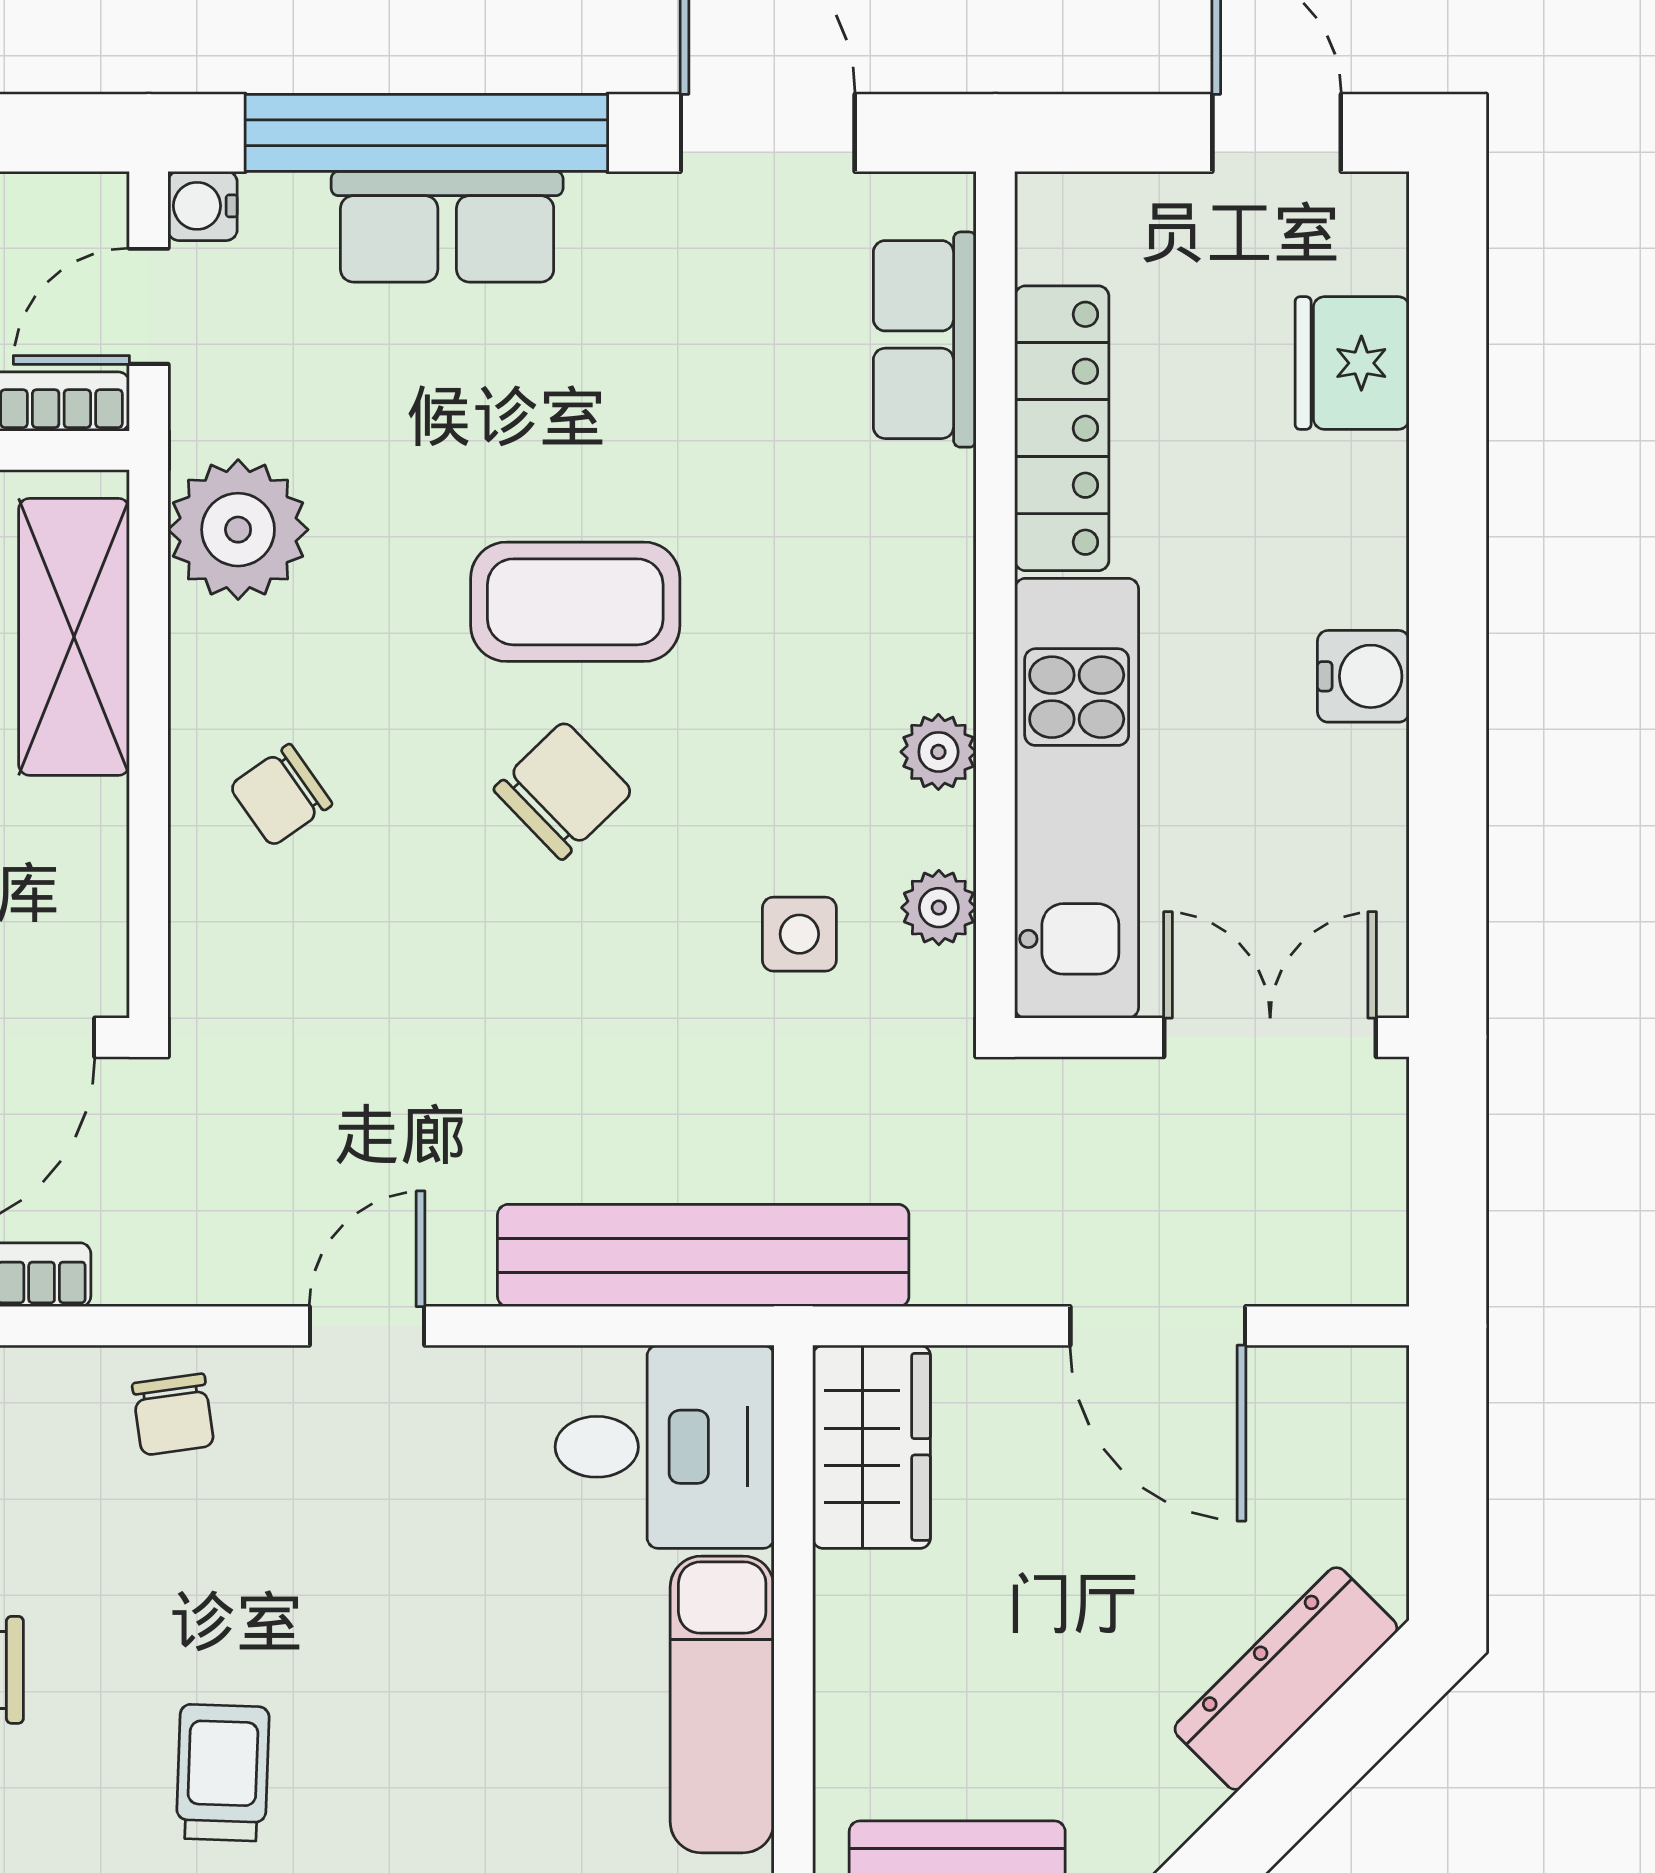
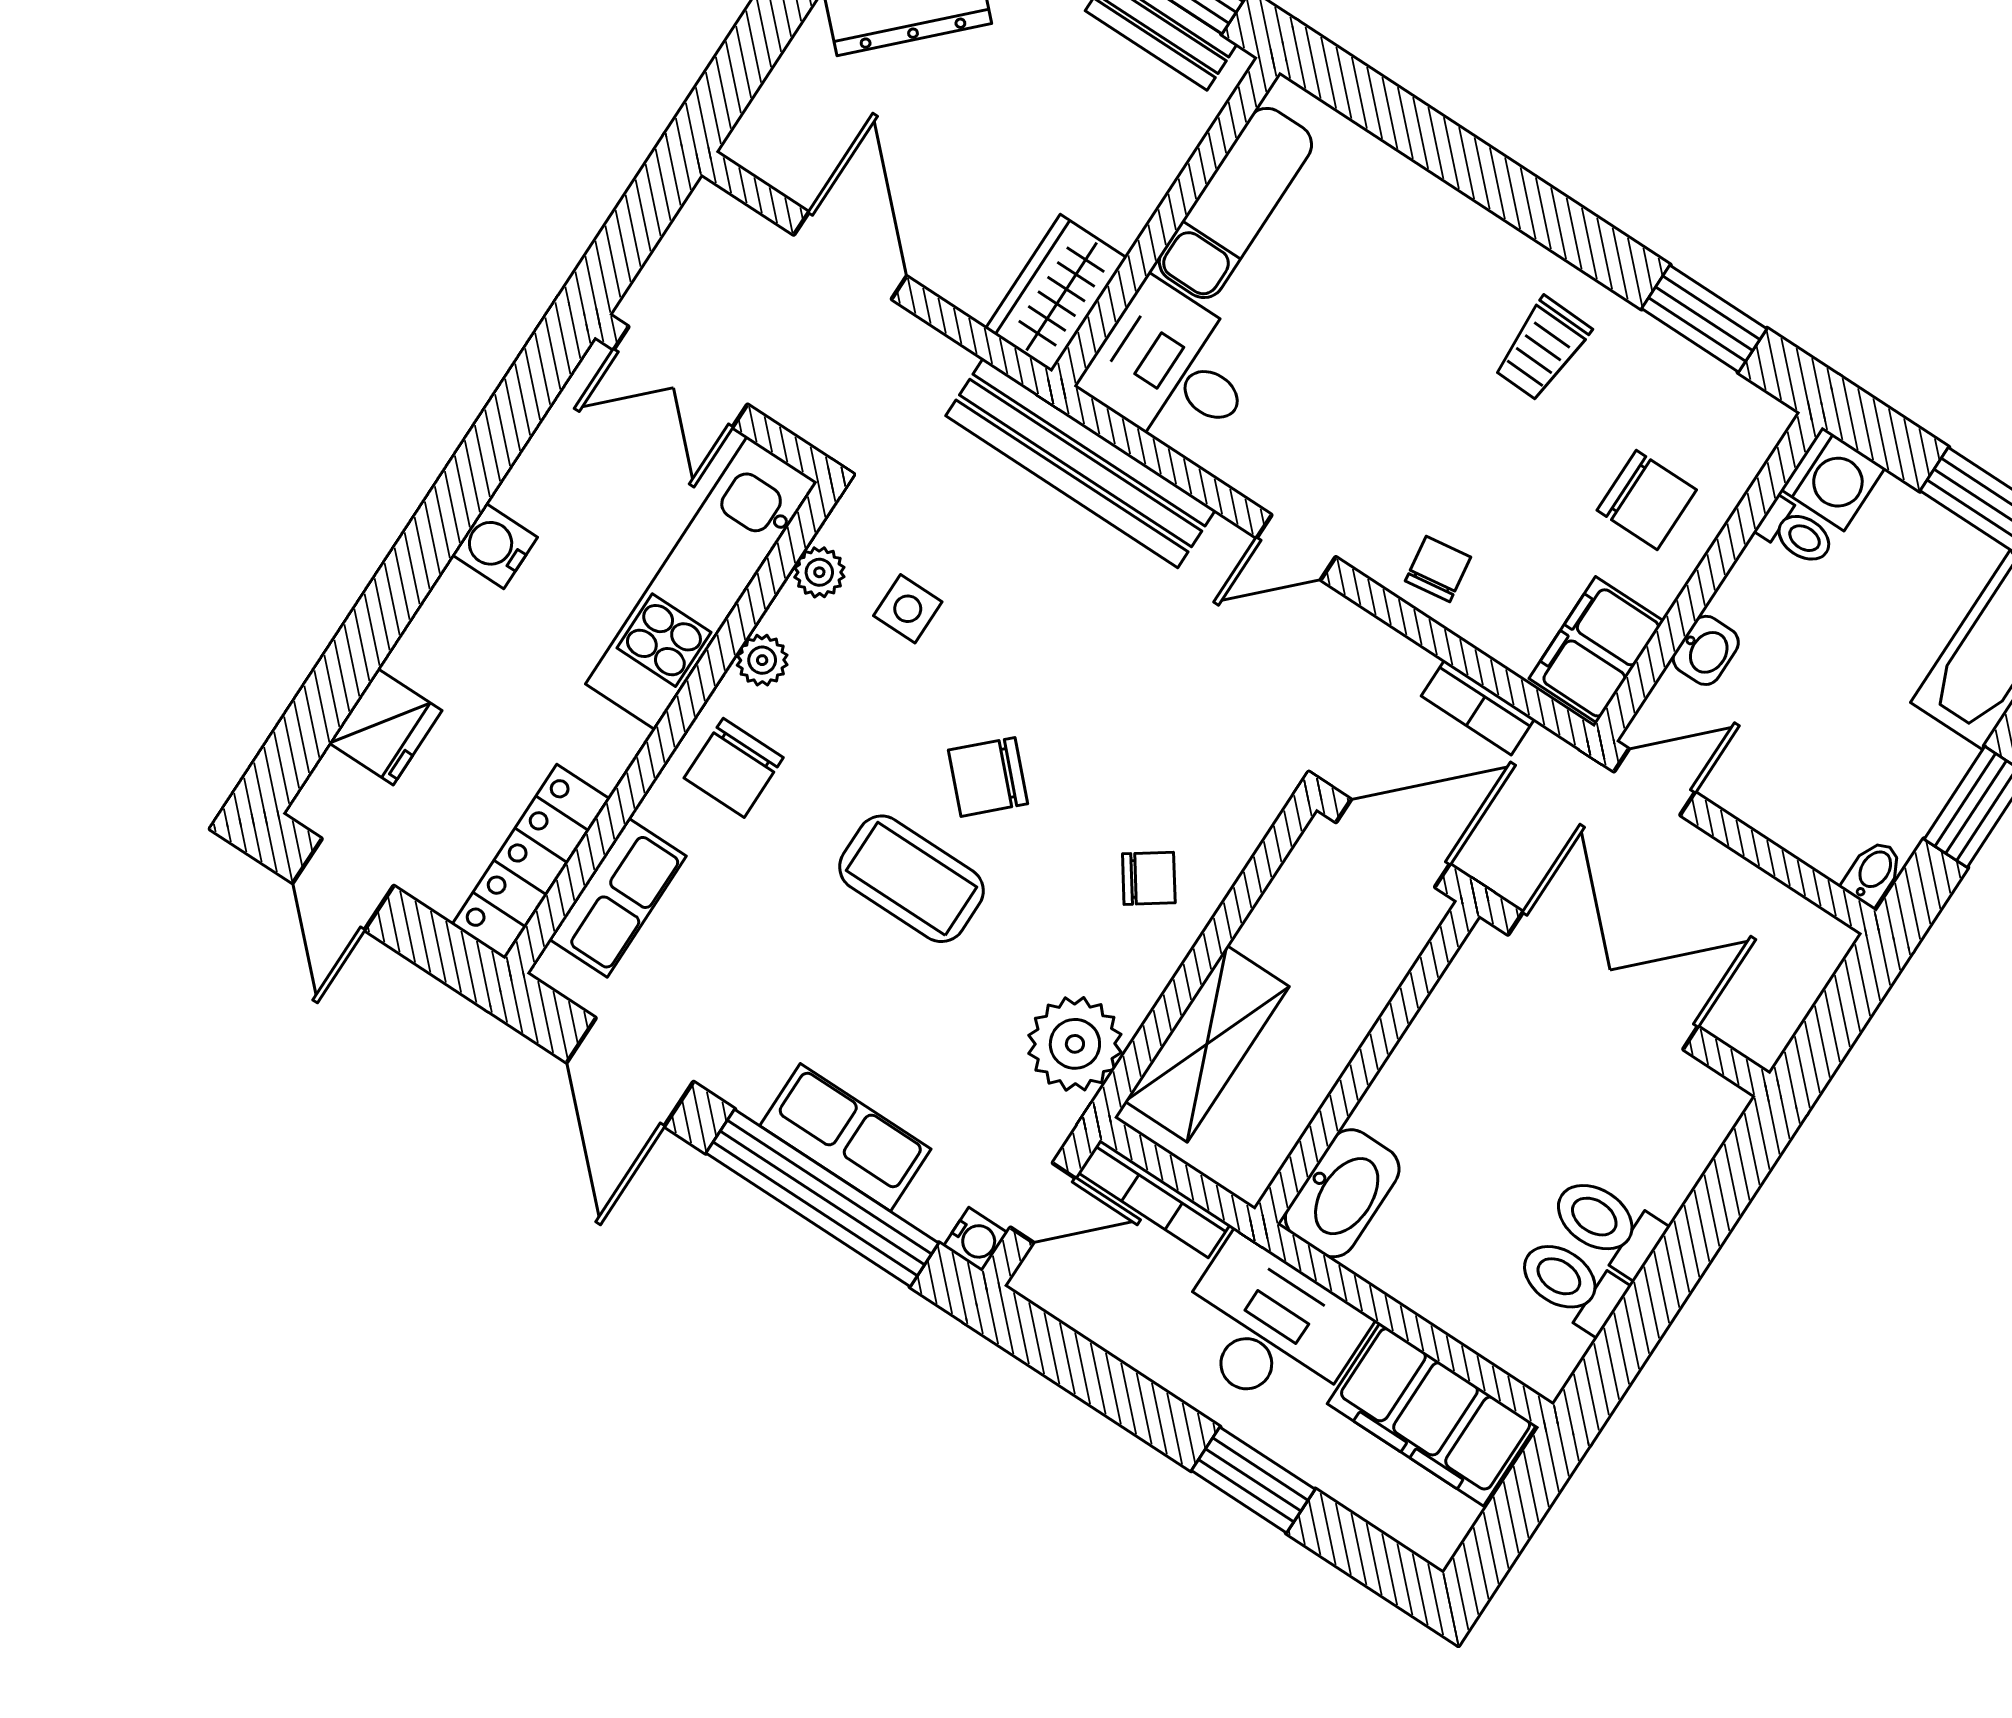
locker: (1062, 428) -> (531, 862), moved
chair: (886, 595) -> (734, 768), added

